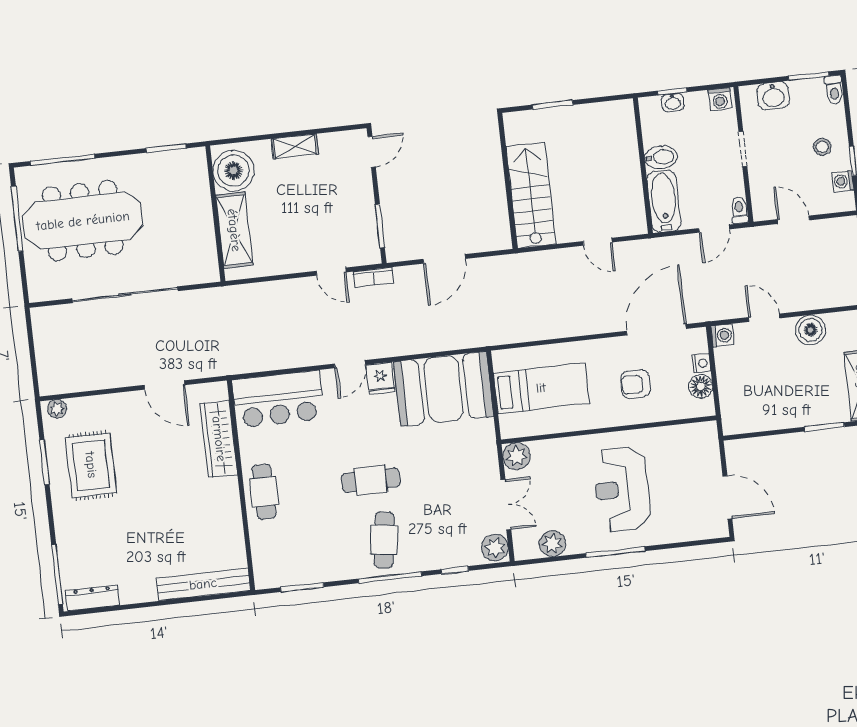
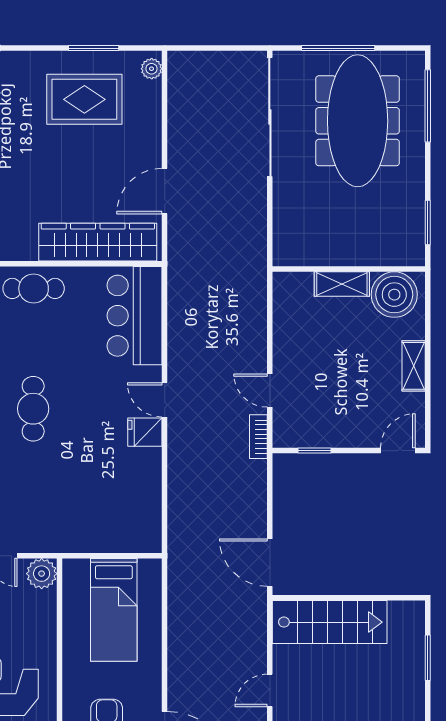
door: (372, 152) -> (398, 451), swing flipped
window: (17, 219) -> (338, 48), moved
window: (380, 226) -> (314, 451), width x0.67
shelving: (234, 230) -> (342, 284), width x0.67, depth x0.75
door: (444, 259) -> (270, 563), moved
door: (331, 272) -> (270, 391), hinge flipped
sliding door: (125, 295) -> (270, 117), moved
booth: (443, 389) -> (125, 501), removed
wardrobe: (219, 439) -> (98, 242), width x1.40, depth x1.17

